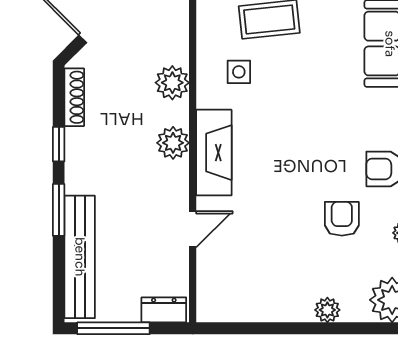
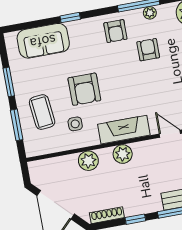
armchair: (295, 98) -> (84, 89), added
armchair: (342, 219) -> (148, 50), turned 90

